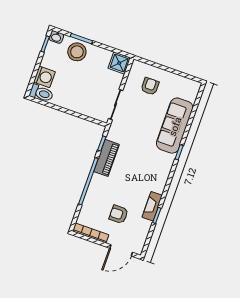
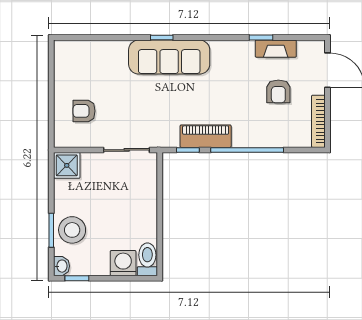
sofa: (175, 126) -> (169, 57), moved
fireplace: (152, 206) -> (276, 49), moved

